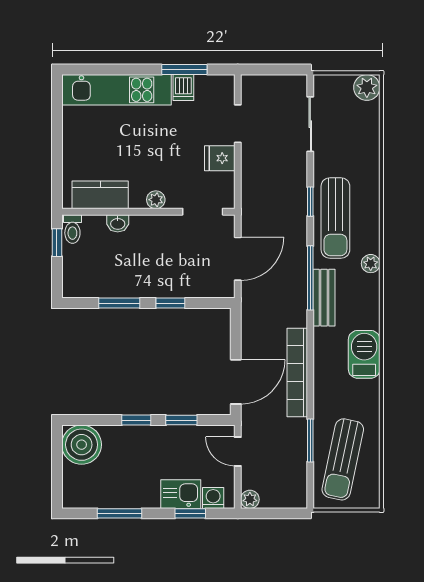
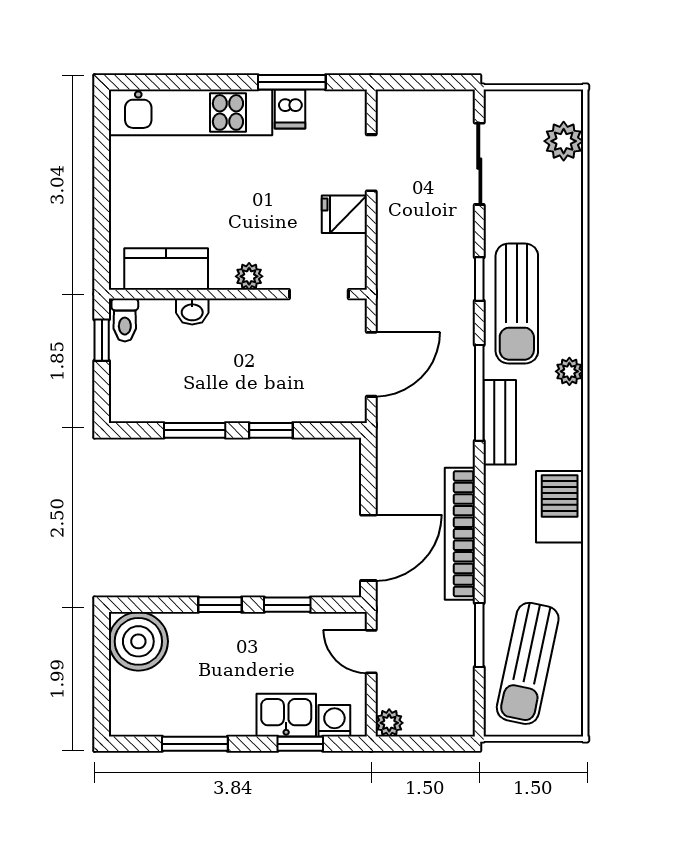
plant: (367, 87) -> (564, 141), moved

